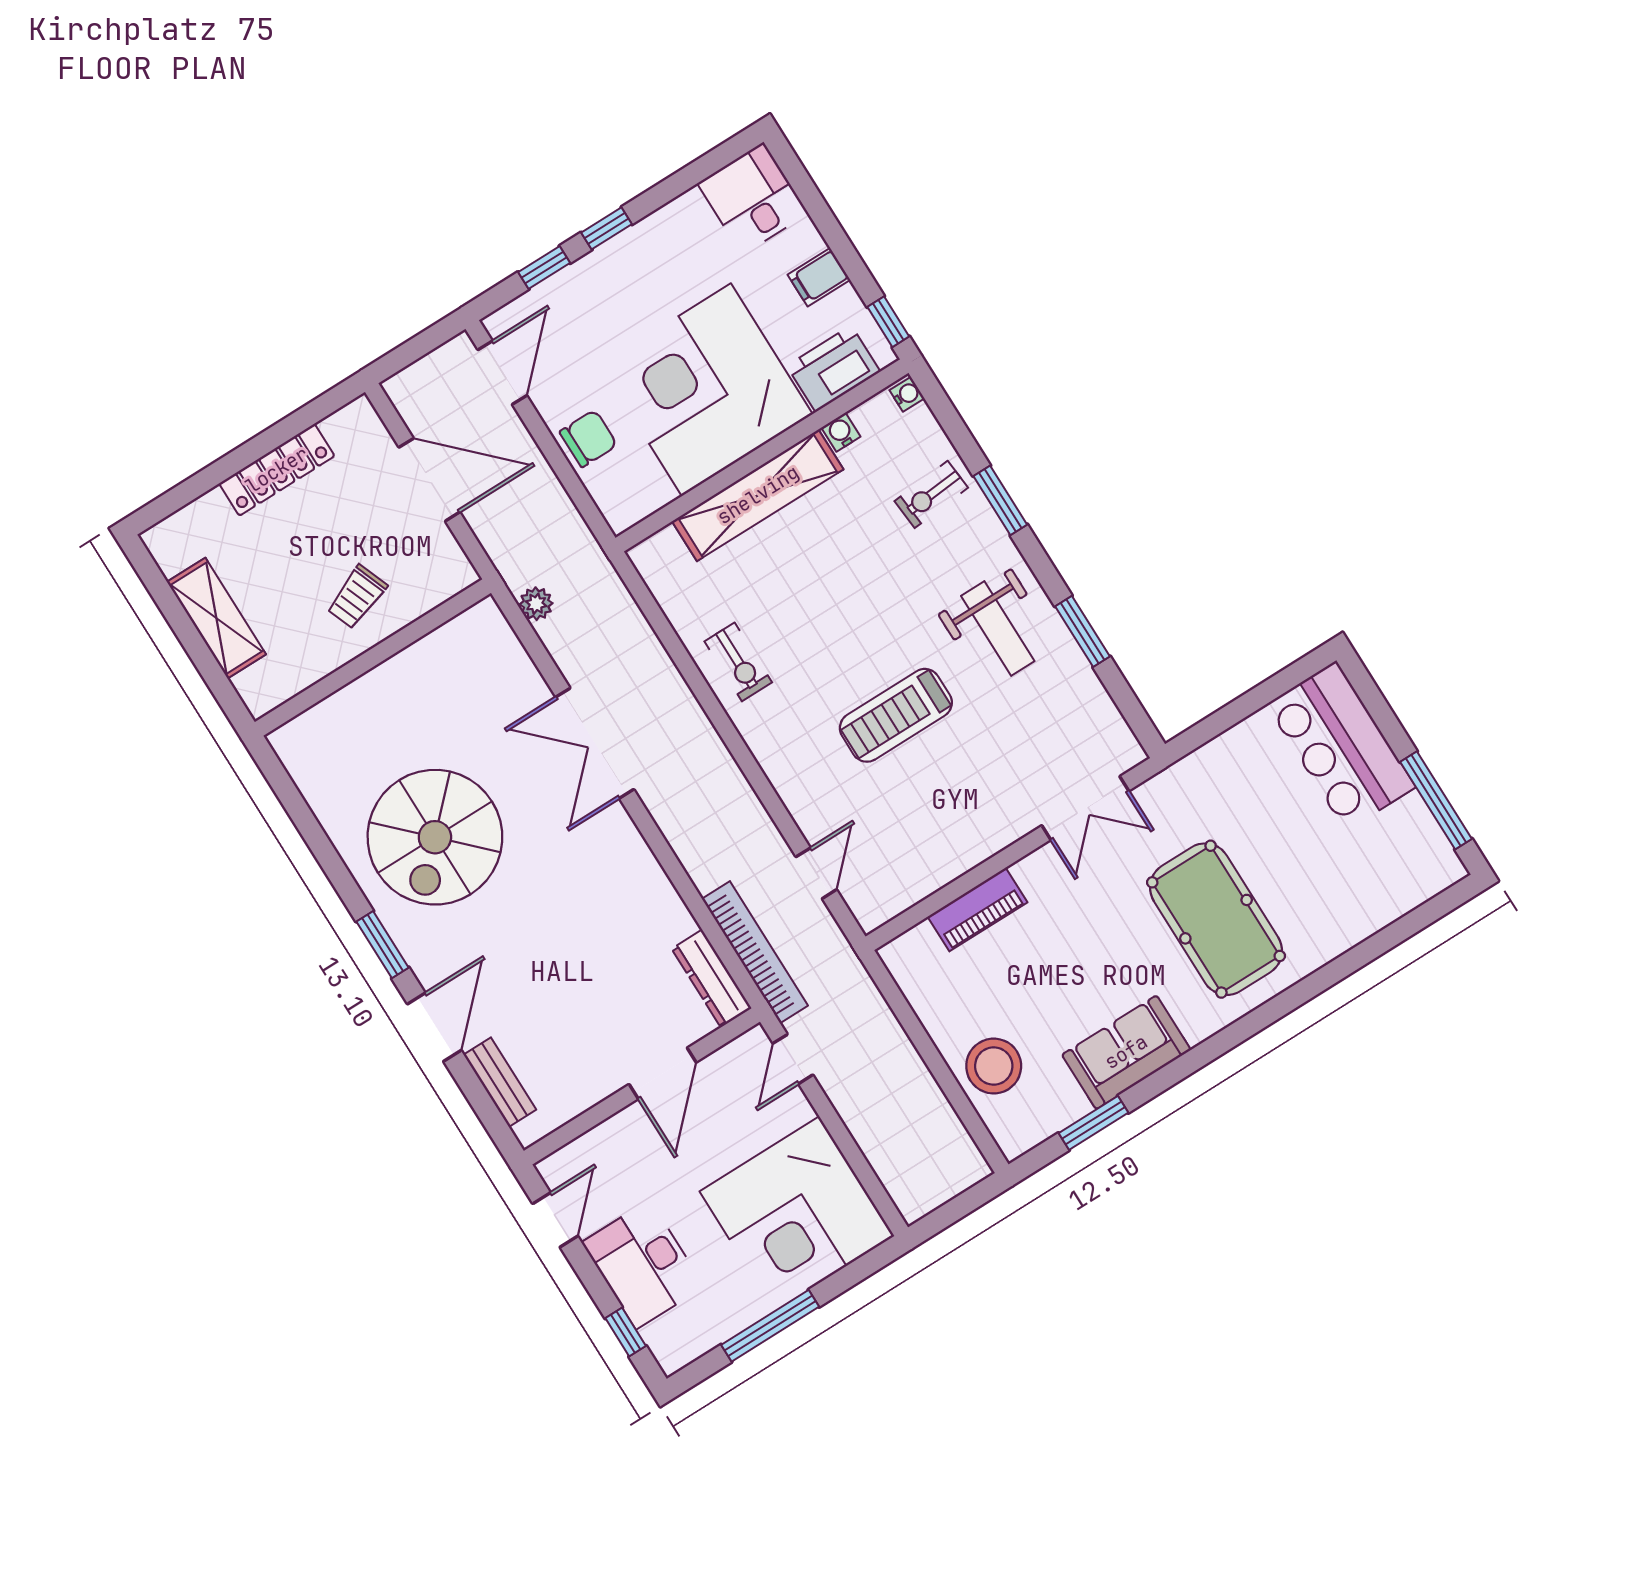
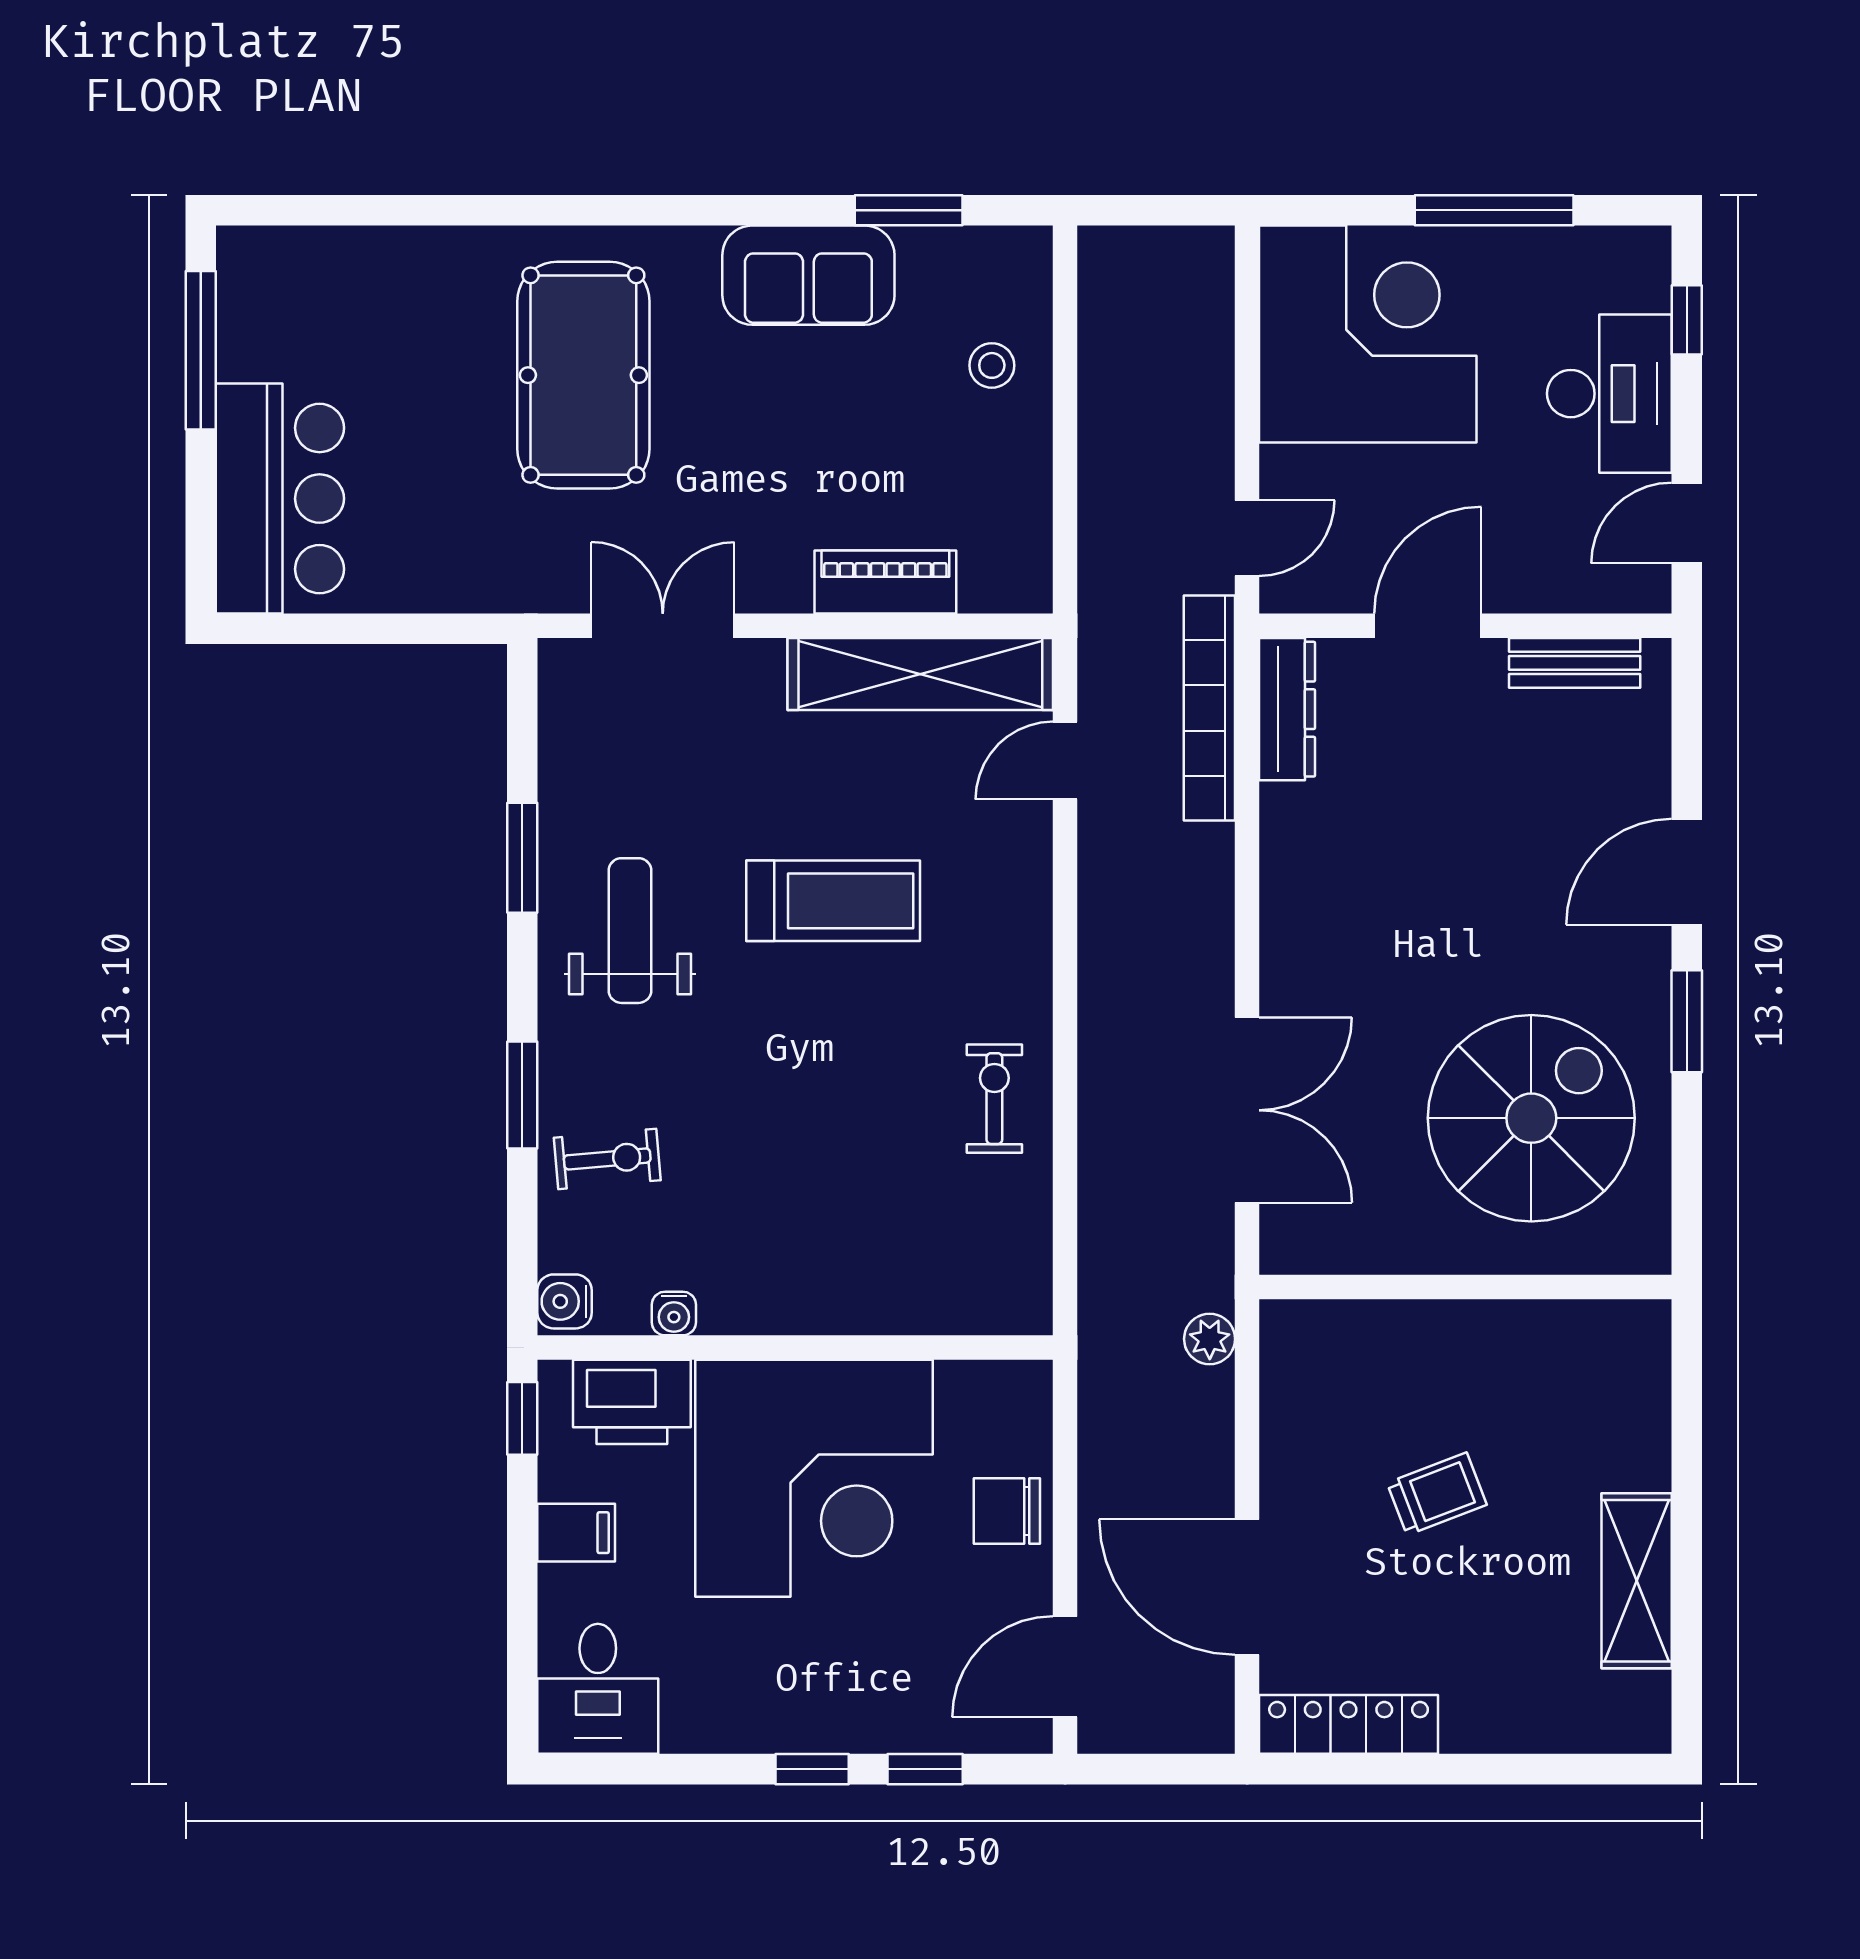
water cooler: (907, 394) -> (565, 1301), width x1.38, depth x1.38
locker: (277, 470) -> (1349, 1724), moved
shelving: (758, 495) -> (920, 674), moved
wall: (373, 657) -> (1465, 1287), moved
stool: (994, 1066) -> (992, 365), width x0.53, depth x0.53
bench: (500, 1082) -> (1575, 663), moved, turned 90

